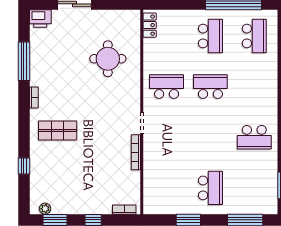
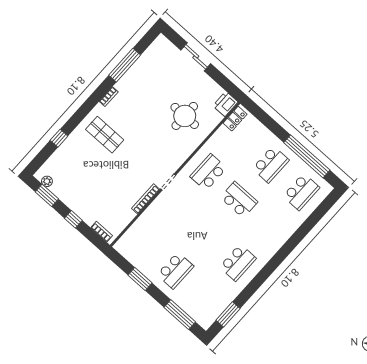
printer: (40, 18) -> (225, 104), moved, turned 90
school desk: (167, 87) -> (208, 172), turned -90
school desk: (254, 137) -> (238, 263), turned -90

